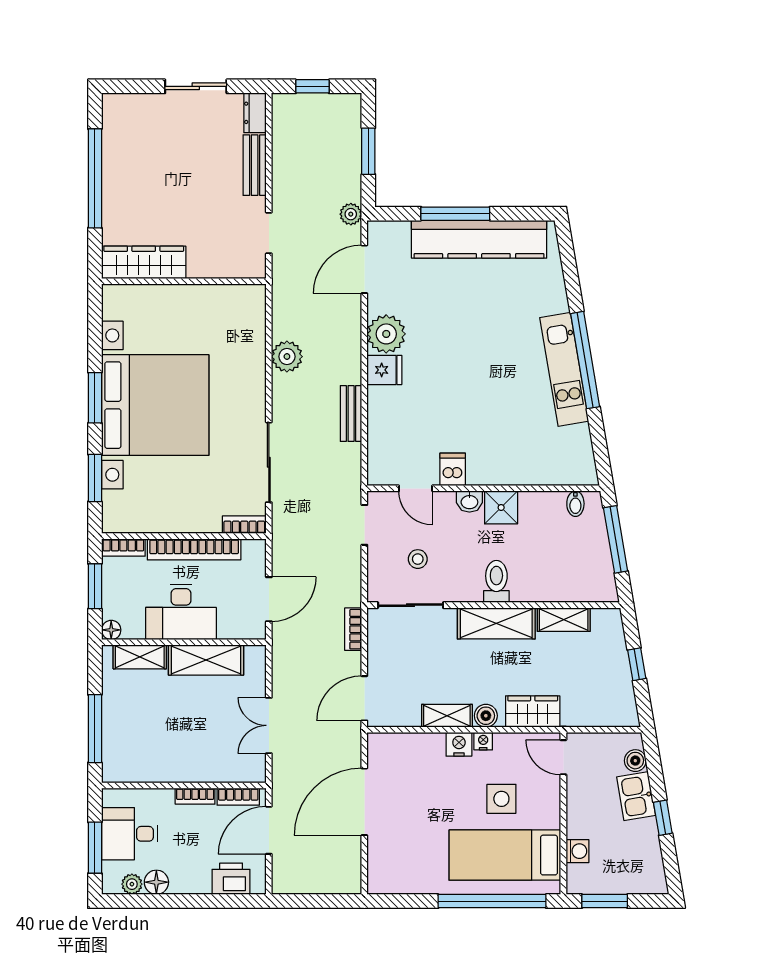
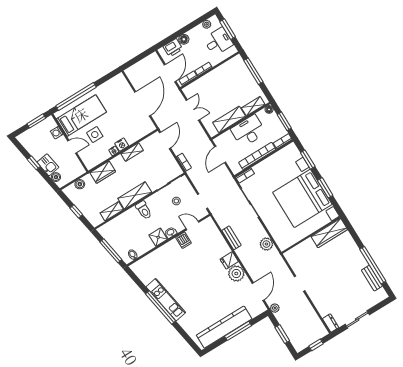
bench: (255, 165) -> (372, 278), moved
wardrobe: (144, 262) -> (329, 233), moved
wall: (184, 281) -> (311, 235), moved
boiler: (486, 716) -> (80, 184), moved
door: (563, 757) -> (72, 147), moved
floor lamp: (156, 882) -> (184, 39), moved

